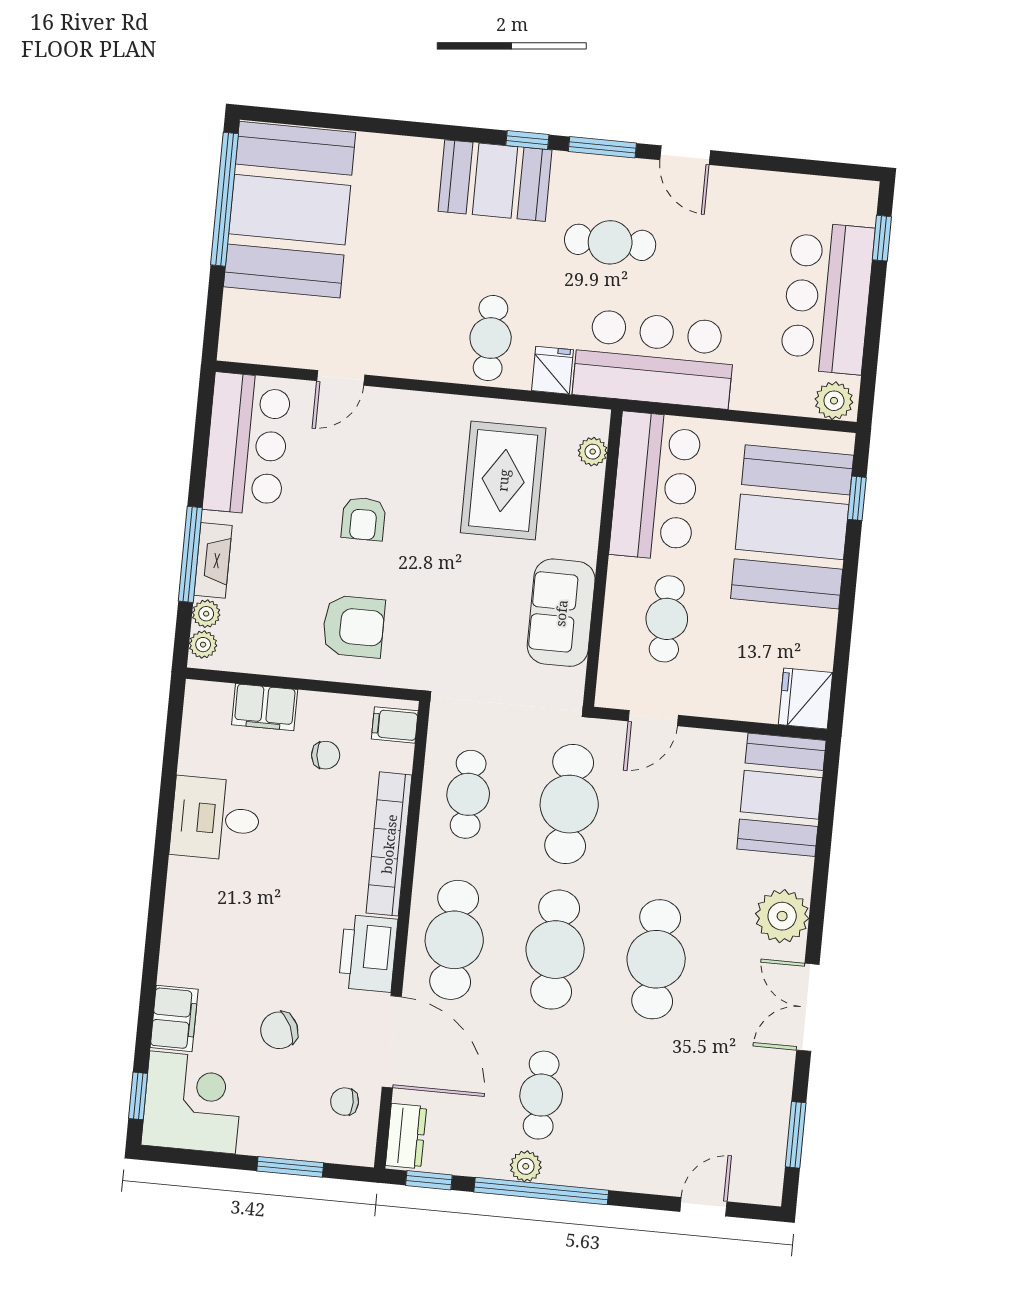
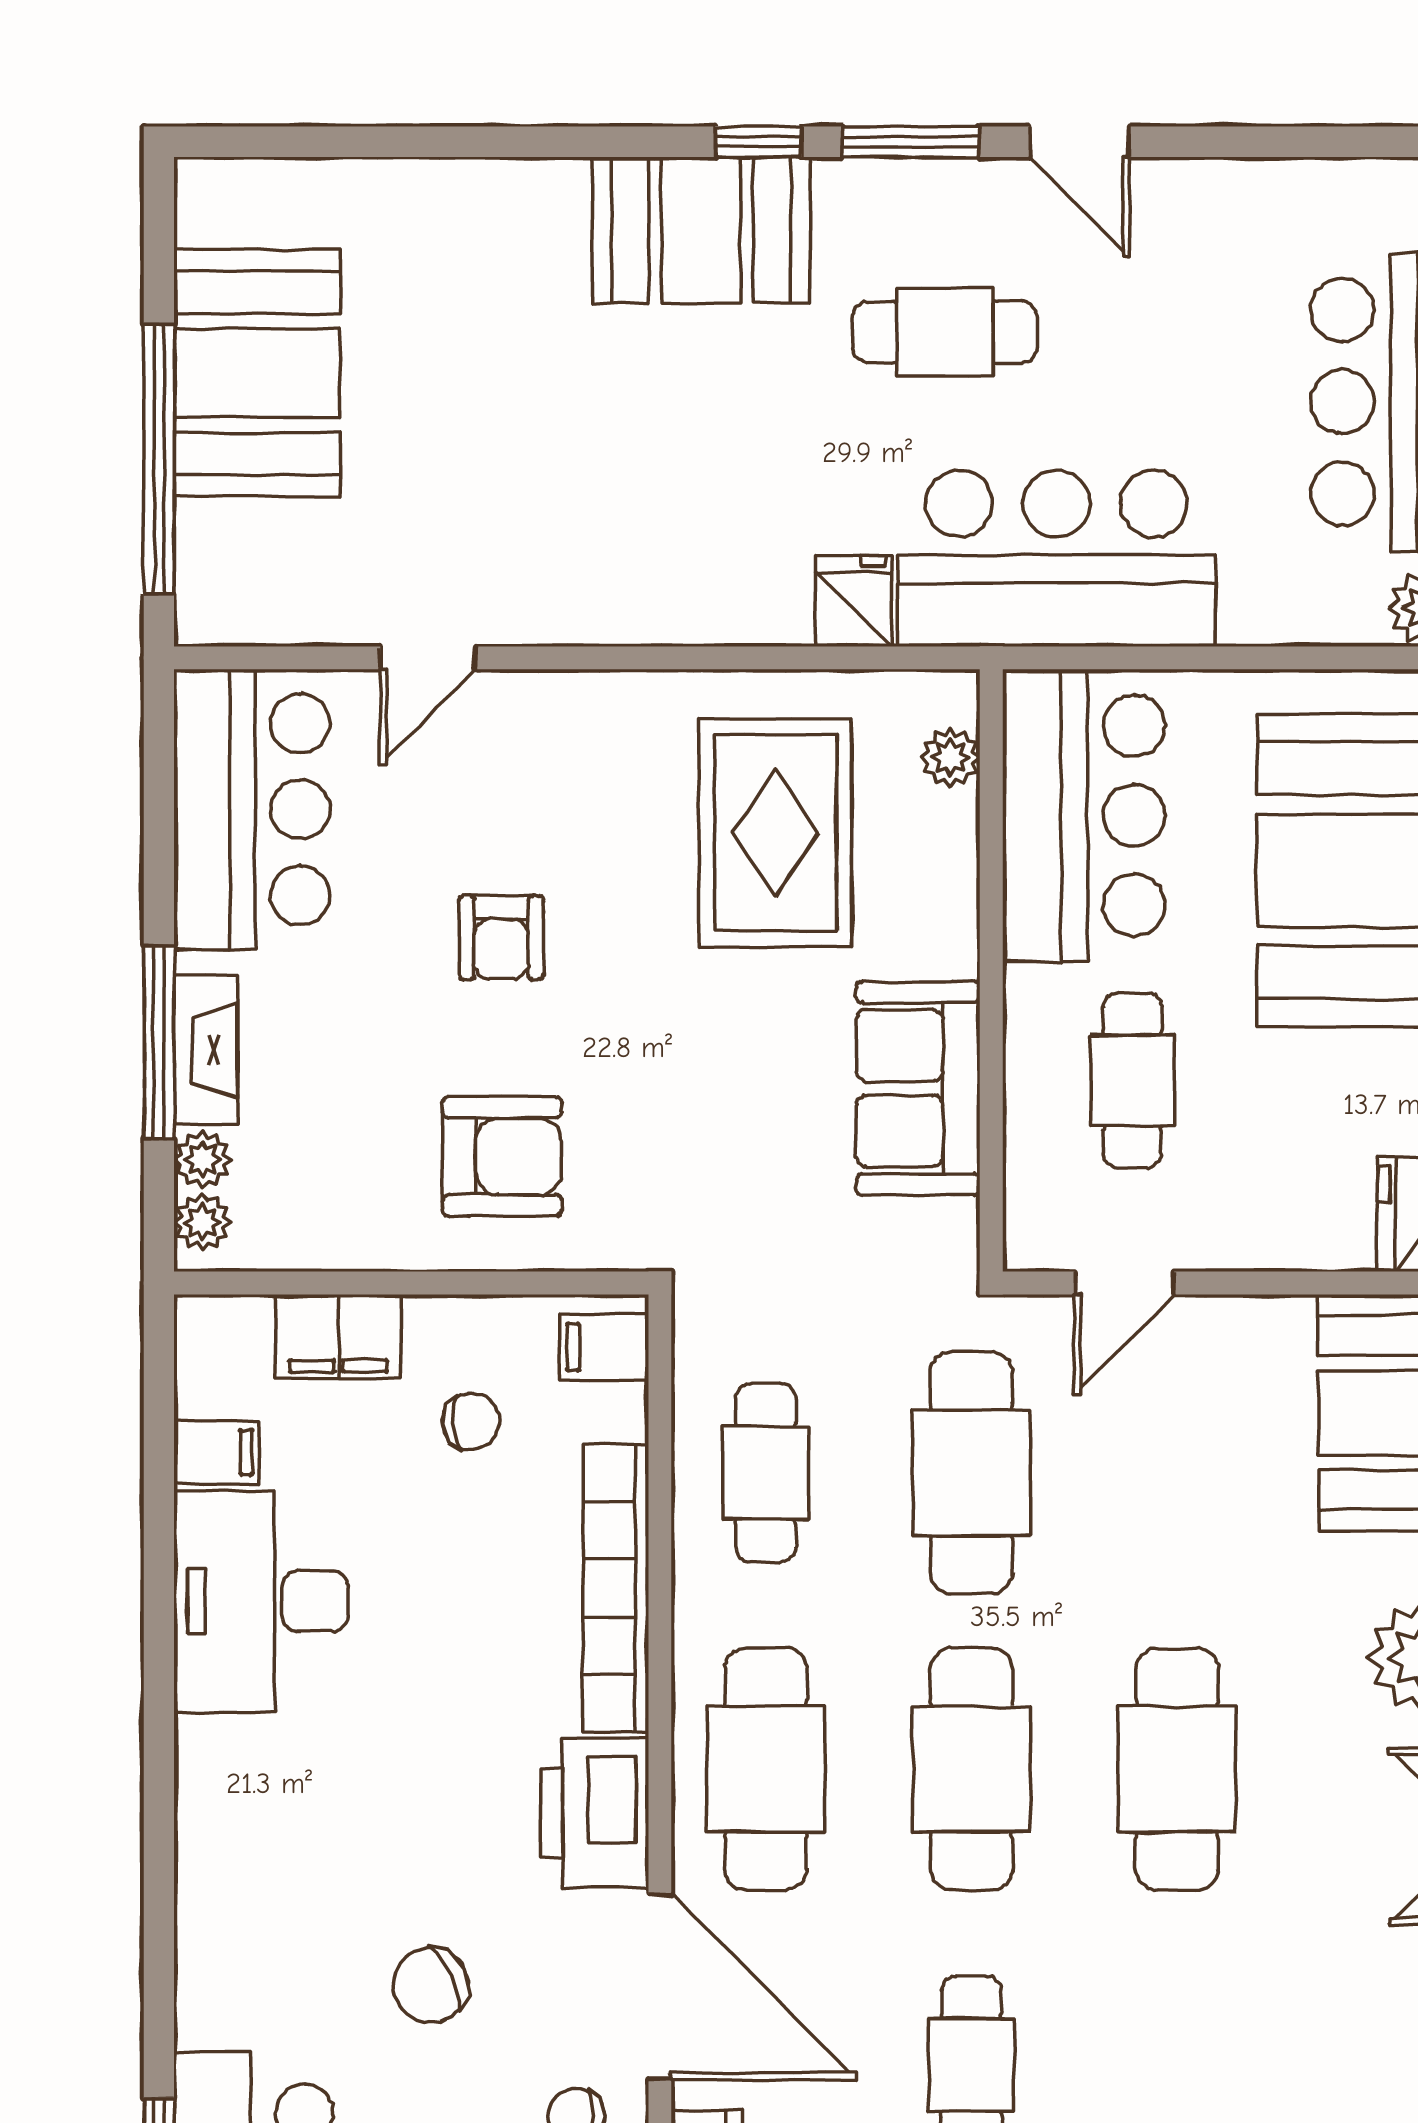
window: (224, 199) -> (159, 459), moved
booth: (290, 210) -> (257, 373), width x0.73, depth x0.70
cafe table: (491, 338) -> (722, 548), removed
desk: (215, 819) -> (261, 1601), width x1.37
filing cabinet: (174, 1018) -> (216, 1452), moved, width x0.50

